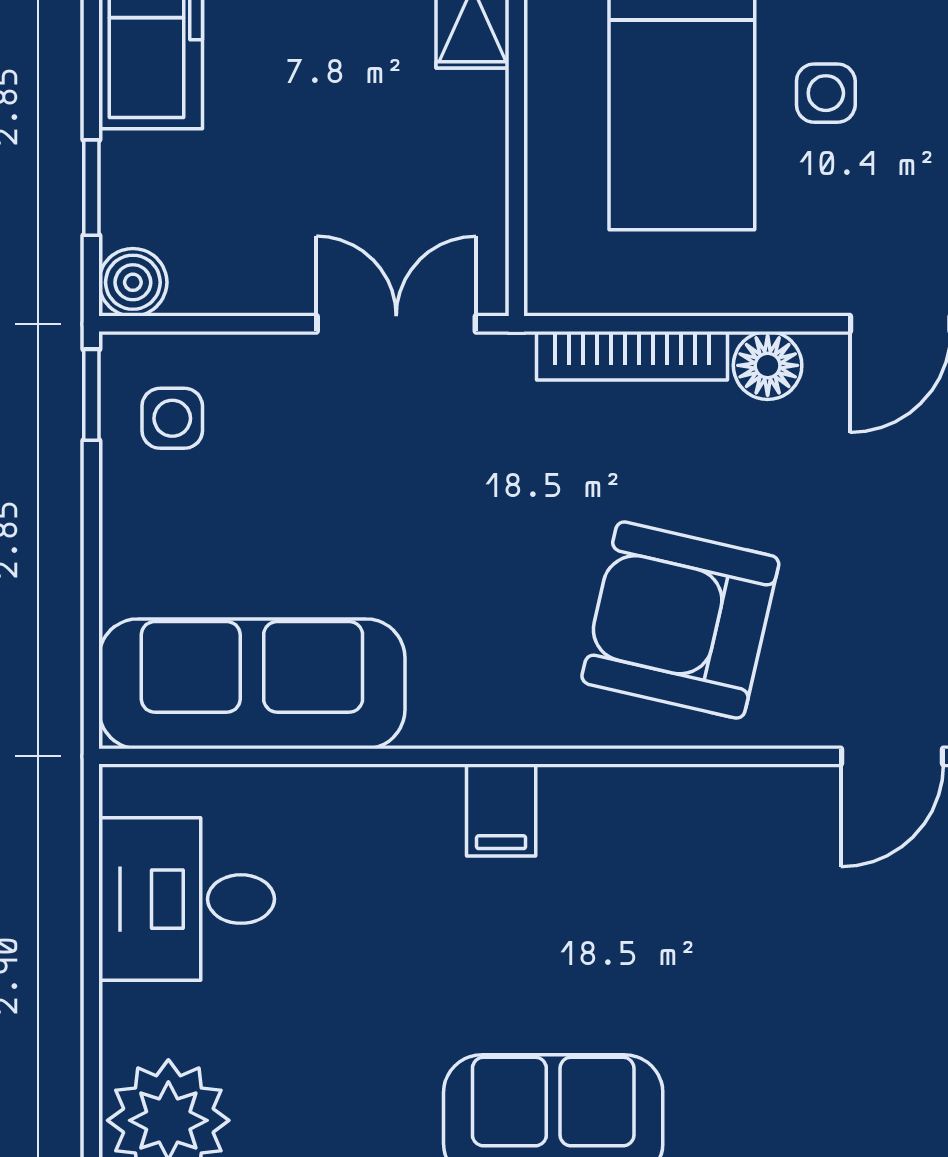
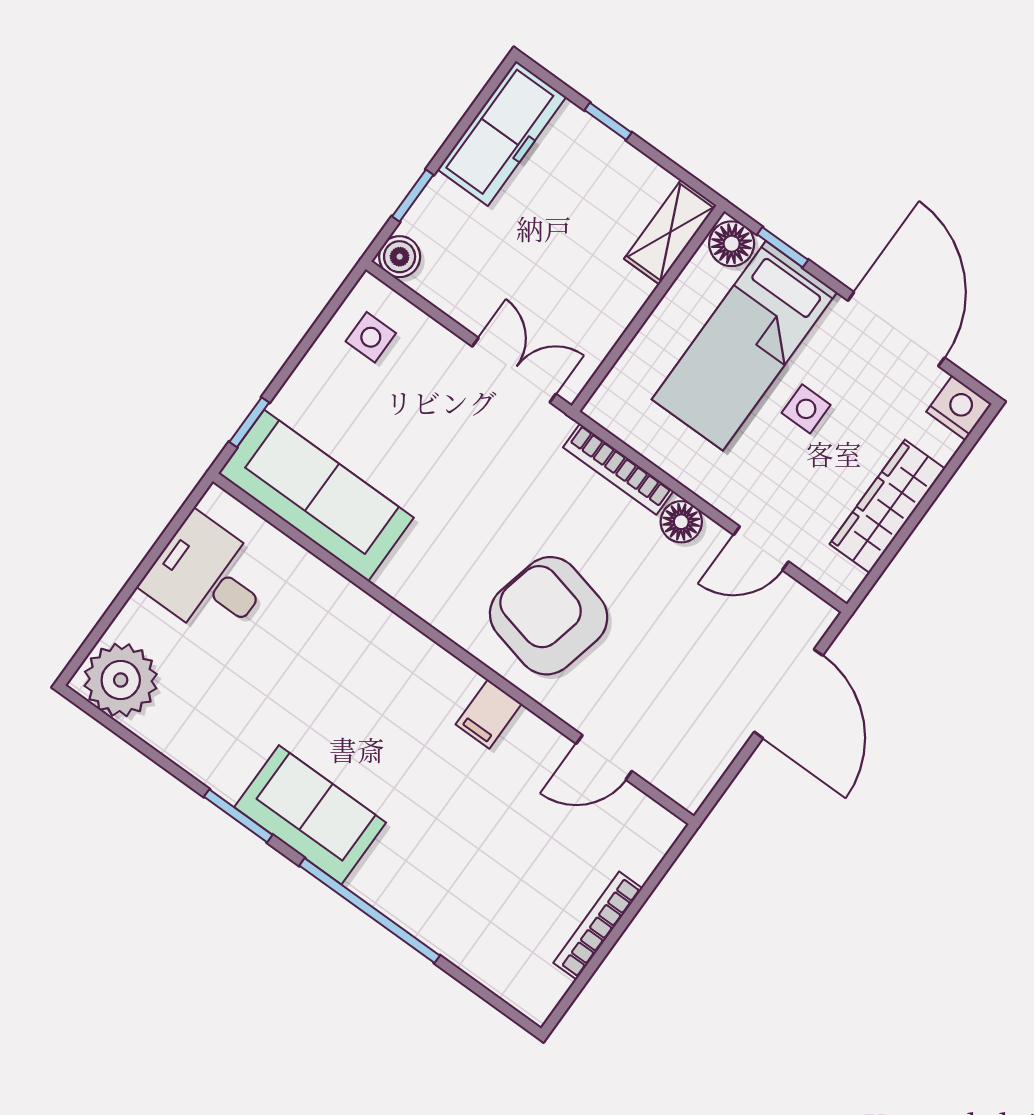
window: (91, 395) -> (249, 422), moved
filing cabinet: (501, 810) -> (489, 714), moved

